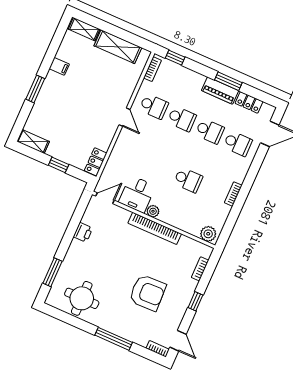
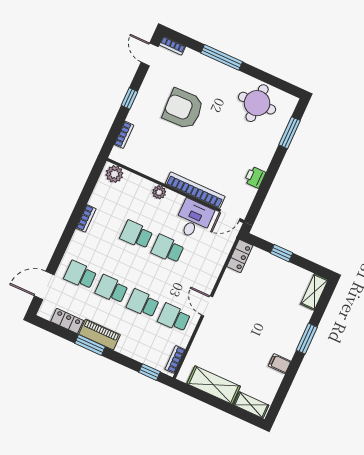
shelving: (33, 141) -> (314, 292), moved, turned 90
school desk: (160, 168) -> (168, 249), added
plant: (153, 211) -> (159, 192), moved
bookcase: (155, 228) -> (195, 190), moved

